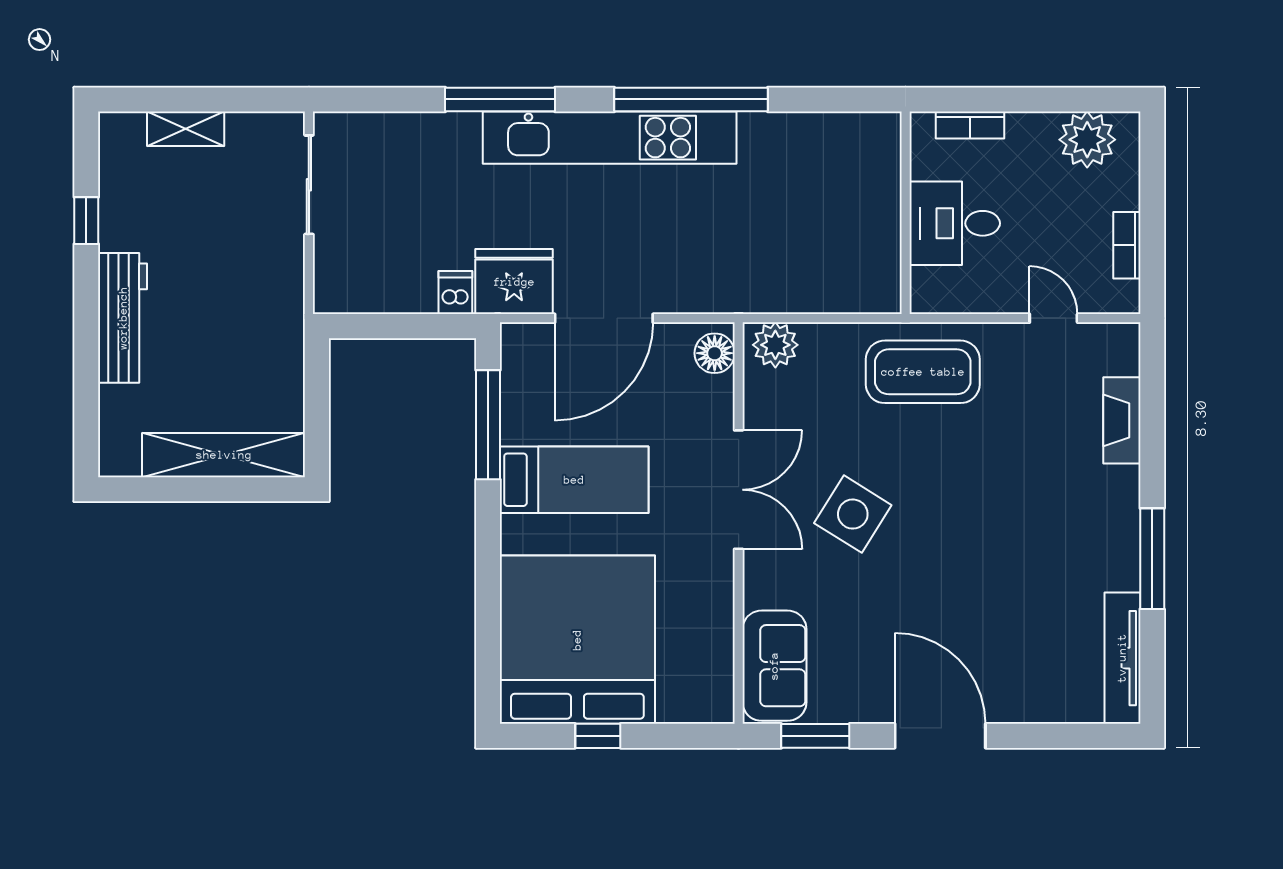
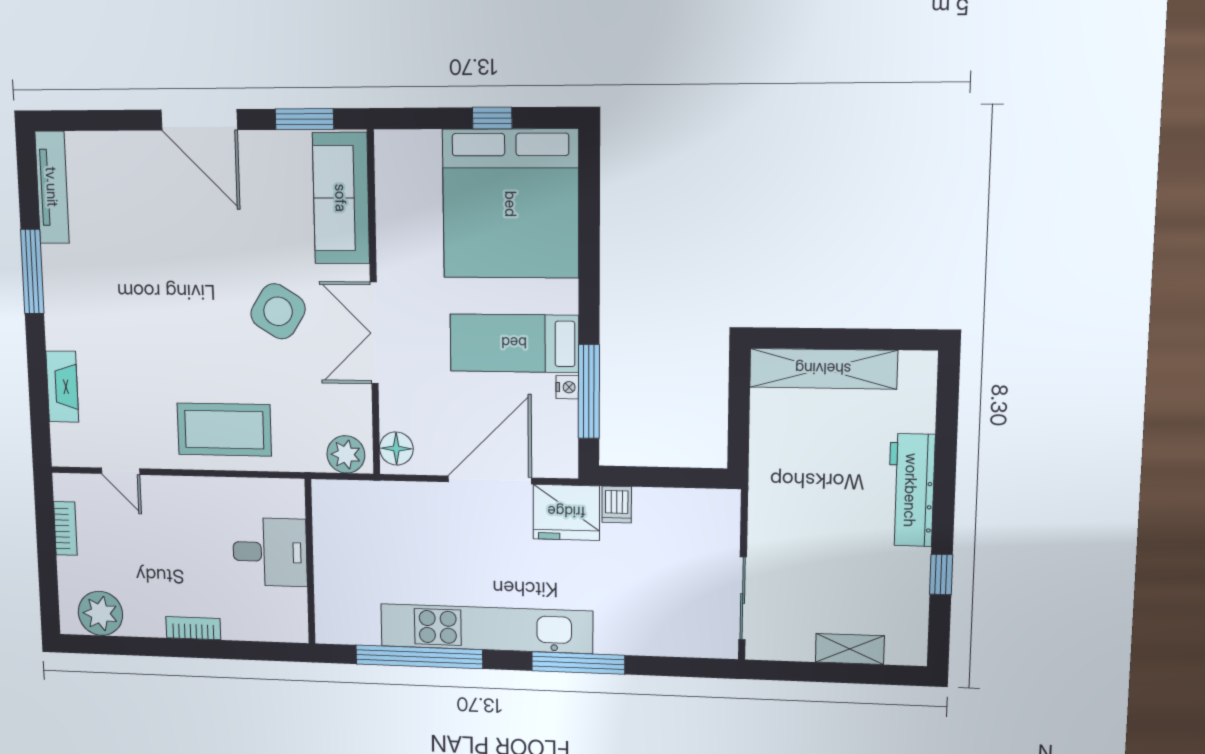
wall: (906, 213) -> (310, 562), moved
desk: (955, 223) -> (270, 552), moved
nightstand: (513, 429) -> (567, 387), added
sofa: (774, 666) -> (341, 198), width x1.36

